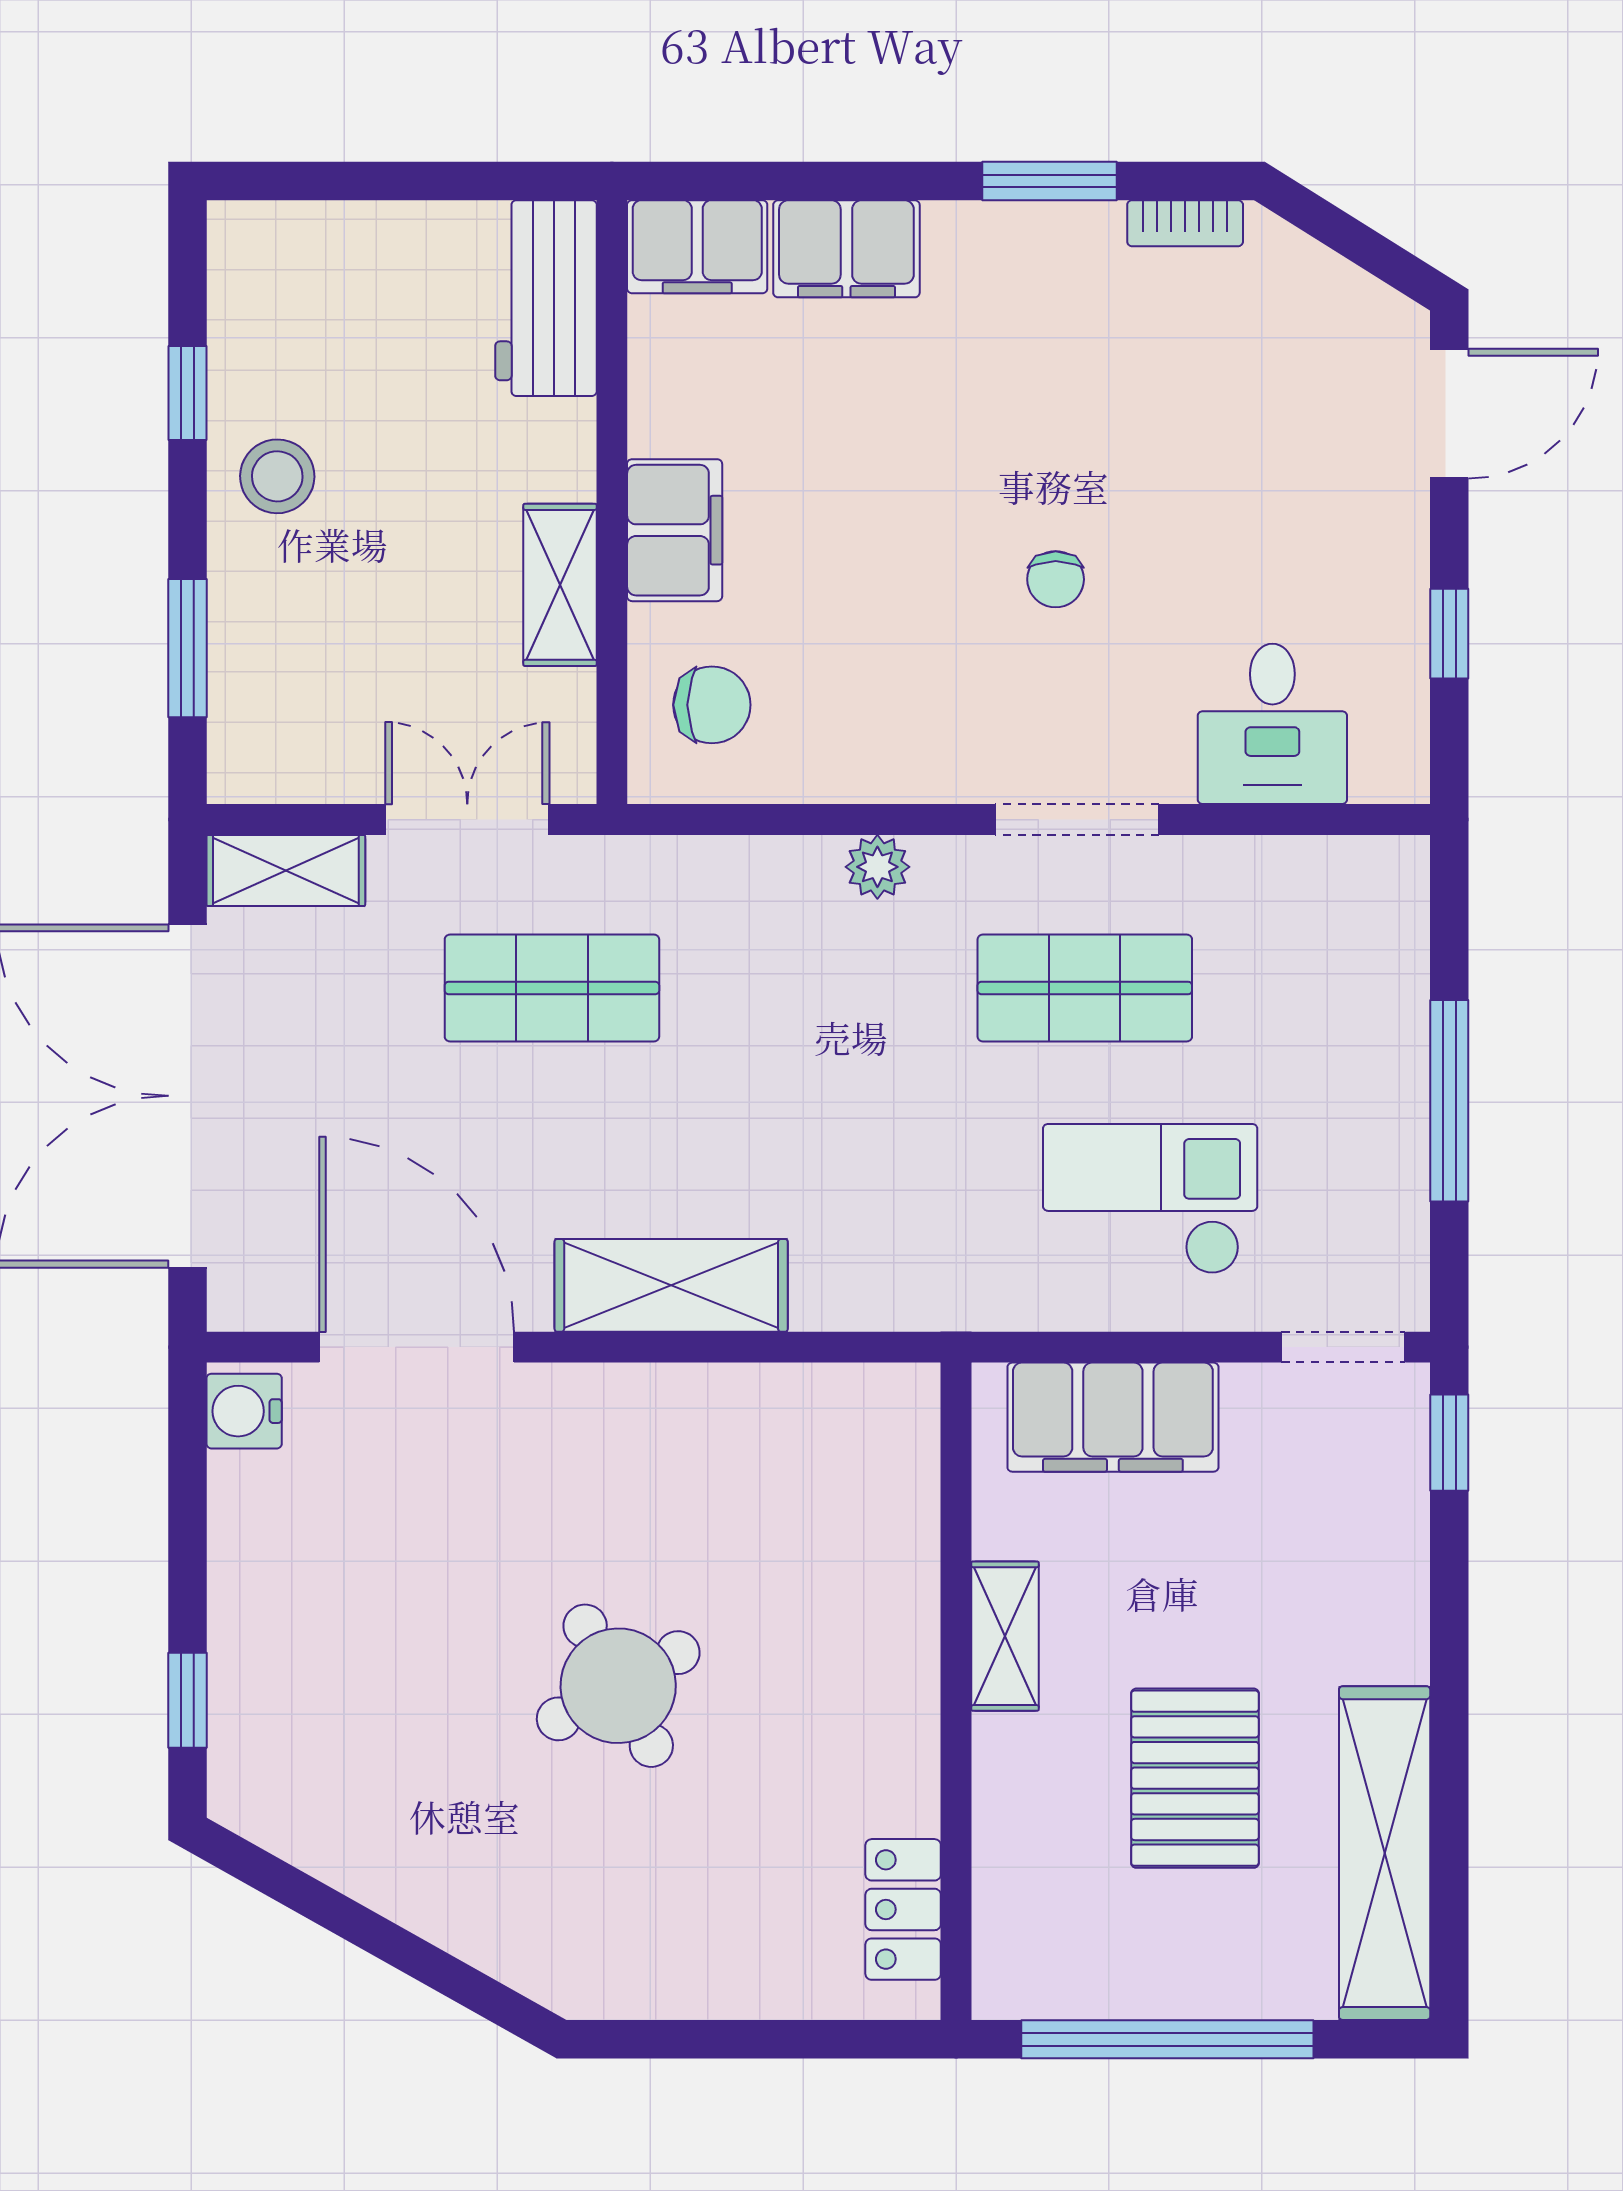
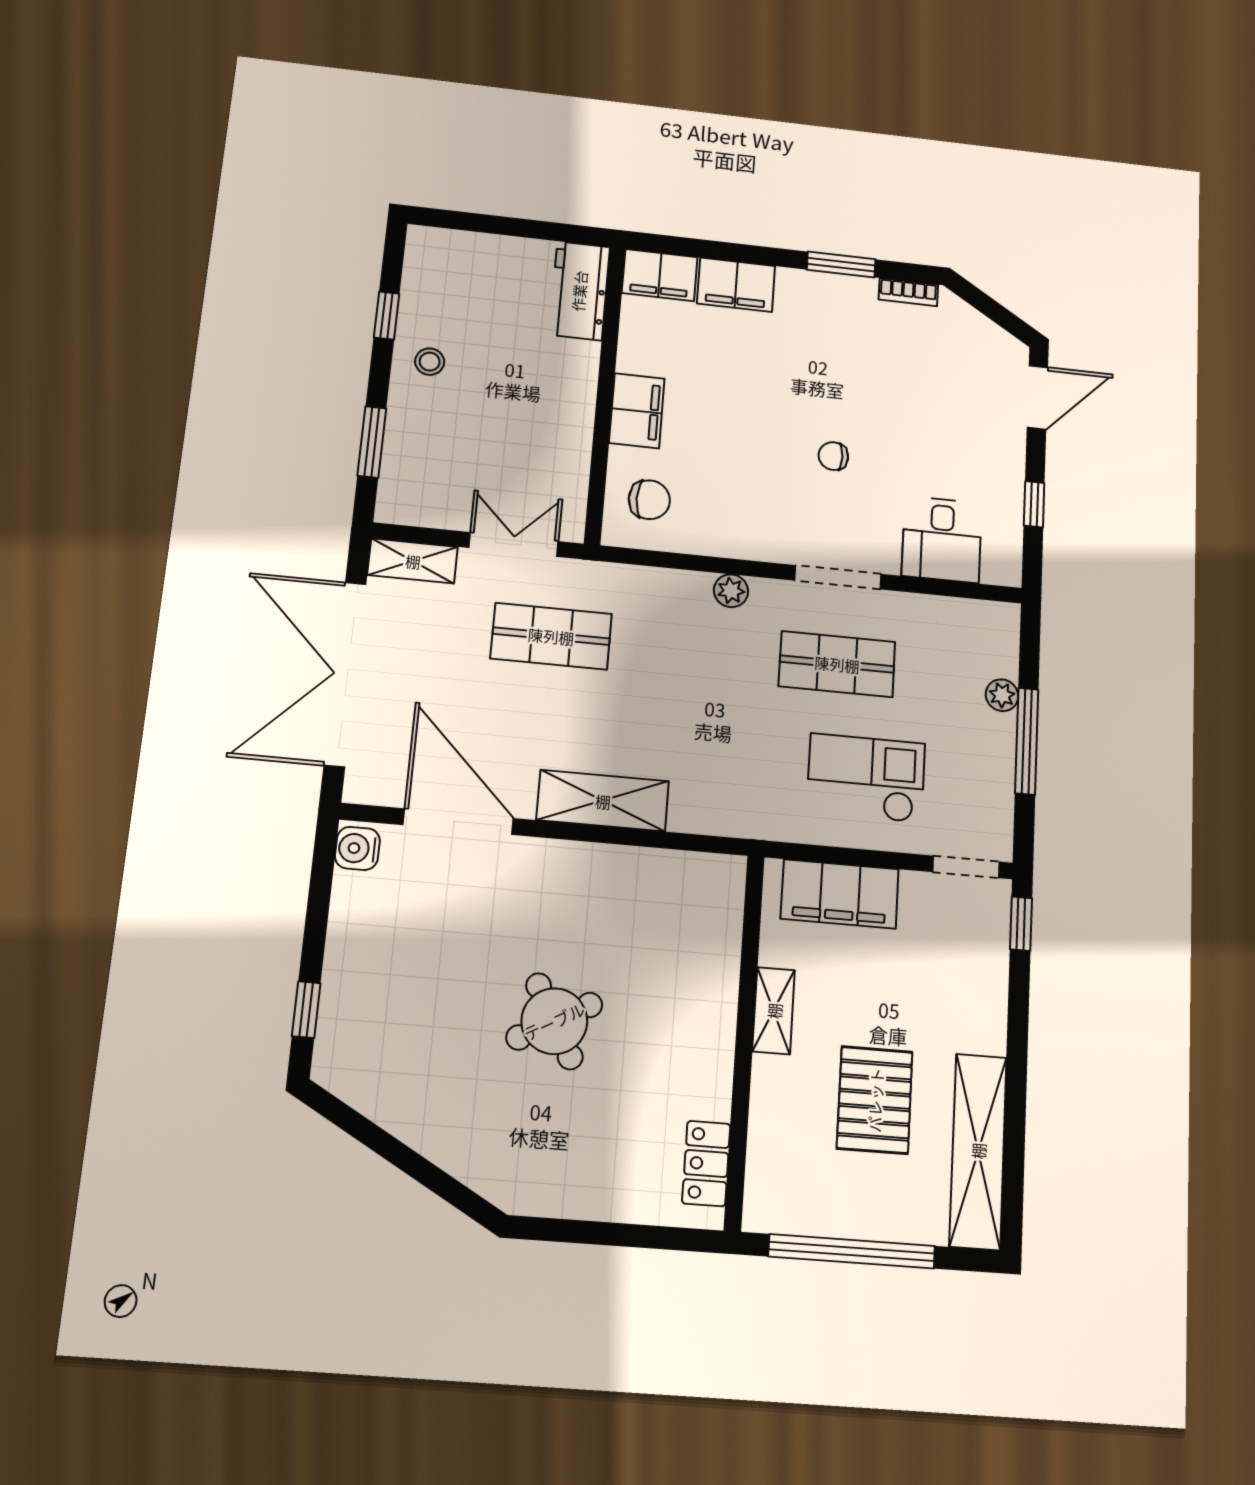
stool: (277, 476) -> (430, 362), width x0.73, depth x0.73
chair: (1056, 579) -> (833, 456), turned 90
shelving: (560, 585) -> (574, 431), removed
plant: (1399, 1017) -> (1002, 695), added

